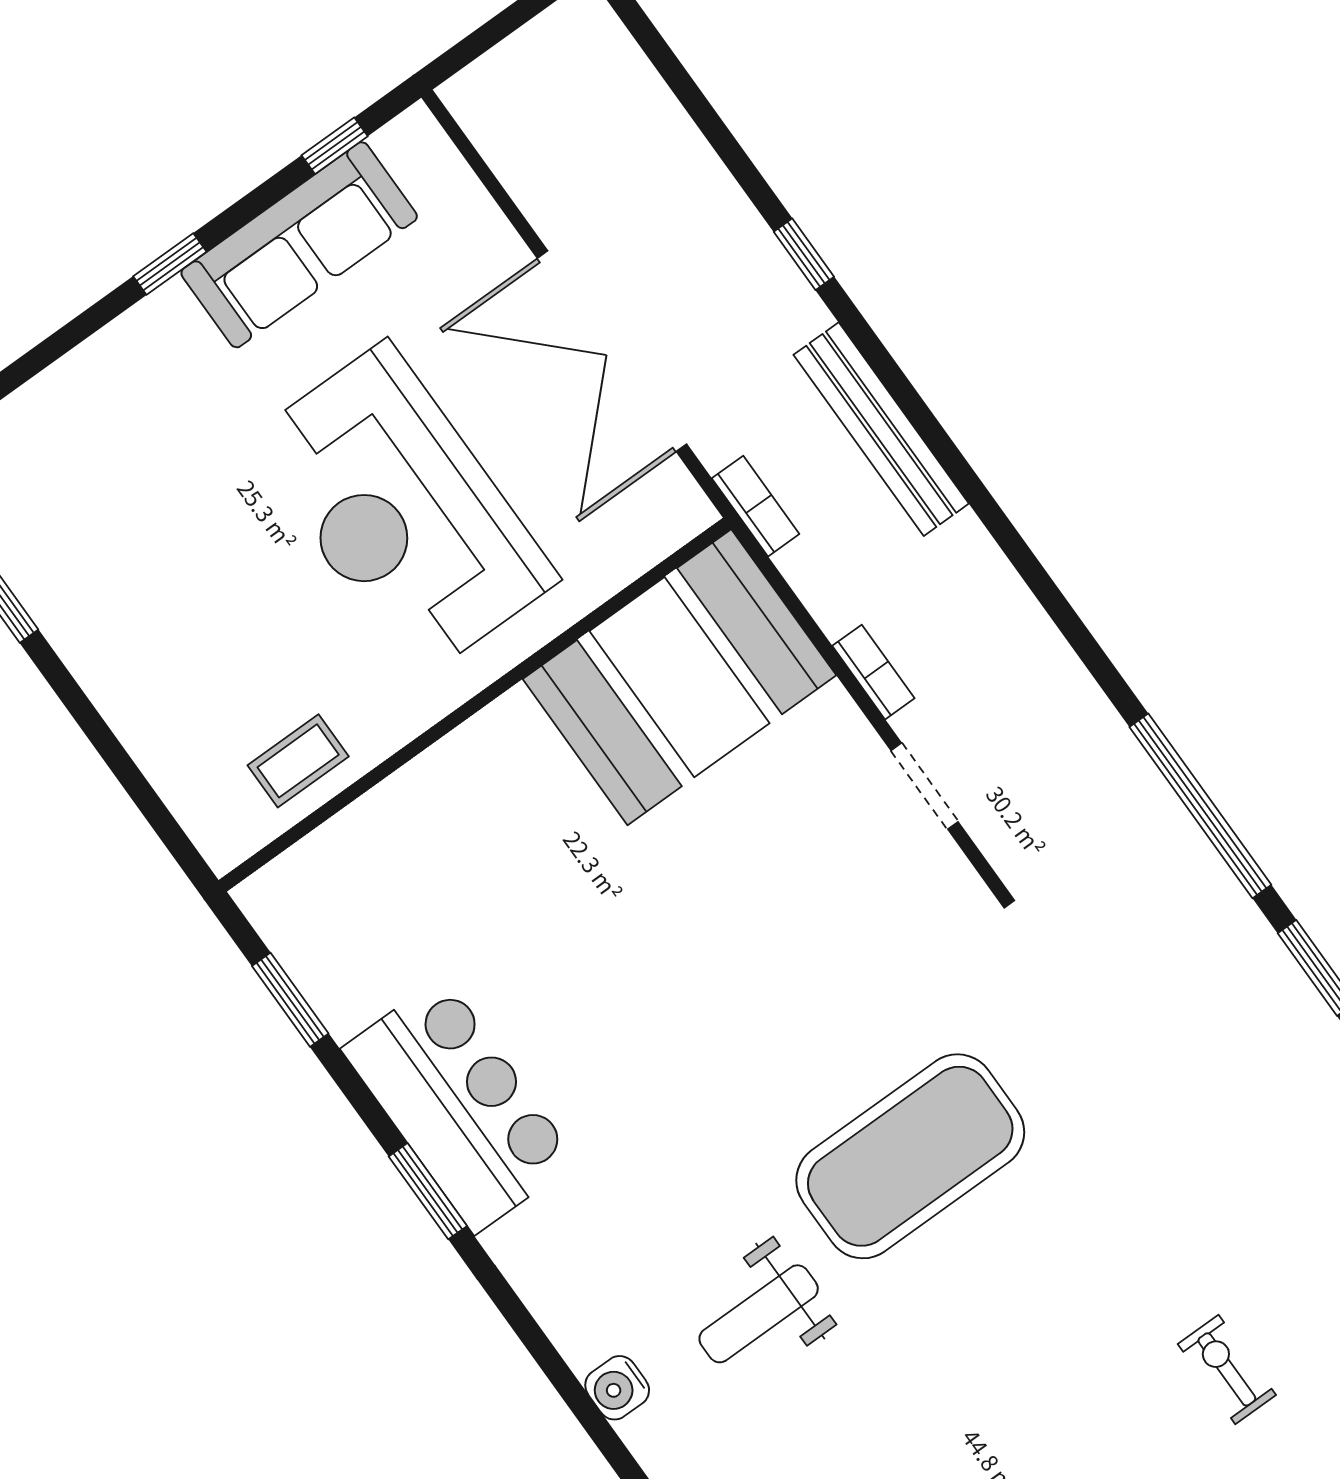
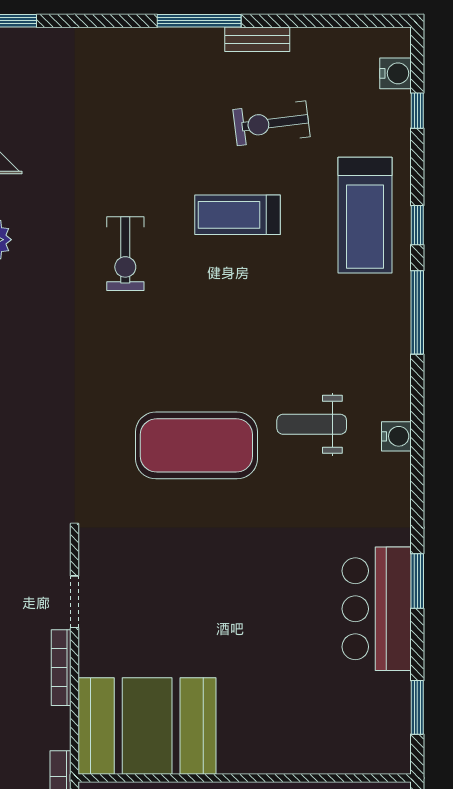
bookcase: (873, 672) -> (61, 668), width x1.56
weight bench: (759, 1314) -> (312, 424), turned 180
exercise bike: (1227, 1369) -> (125, 254), width x1.38, depth x1.39

